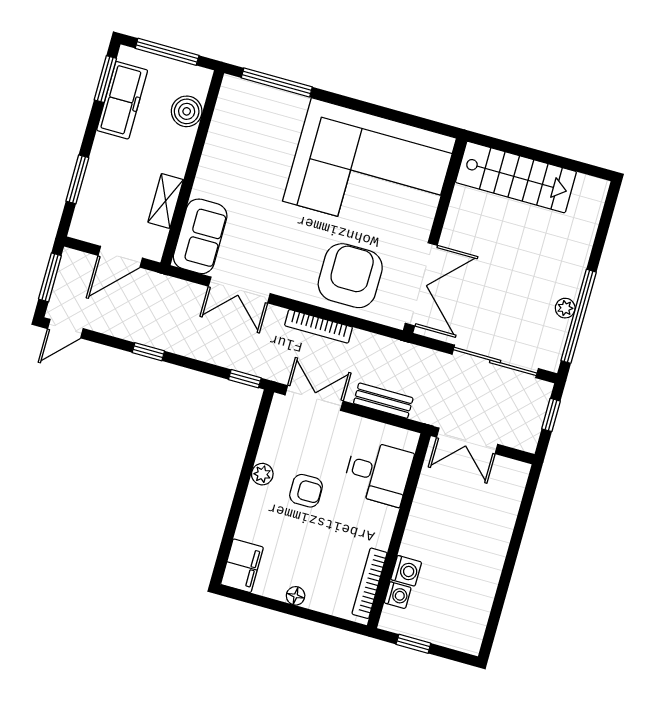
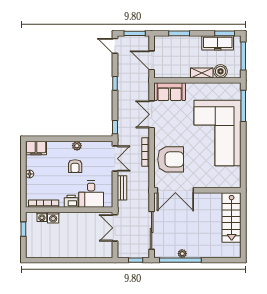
corner sofa: (369, 170) -> (218, 133), moved
shelving: (166, 201) -> (202, 73), moved
printer: (381, 521) -> (71, 201), added

